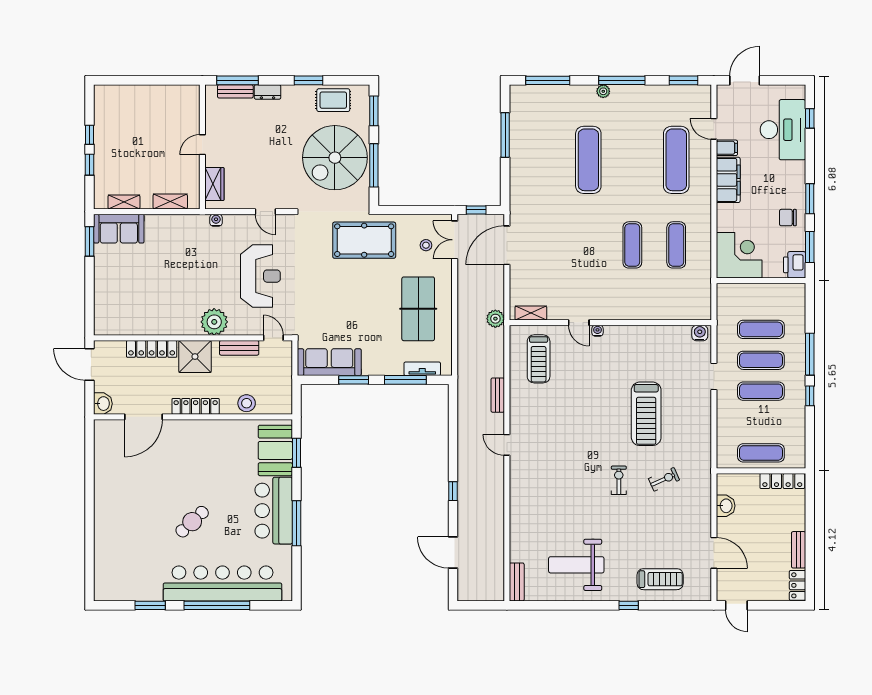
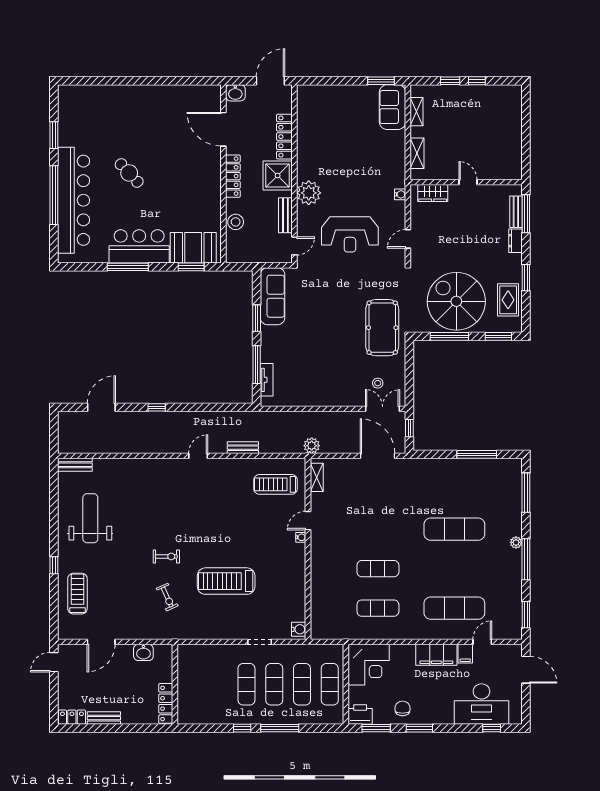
table tennis table: (418, 309) -> (321, 376), removed
exercise mat: (761, 453) -> (330, 684), moved
treadmill: (660, 579) -> (77, 594), turned 180

